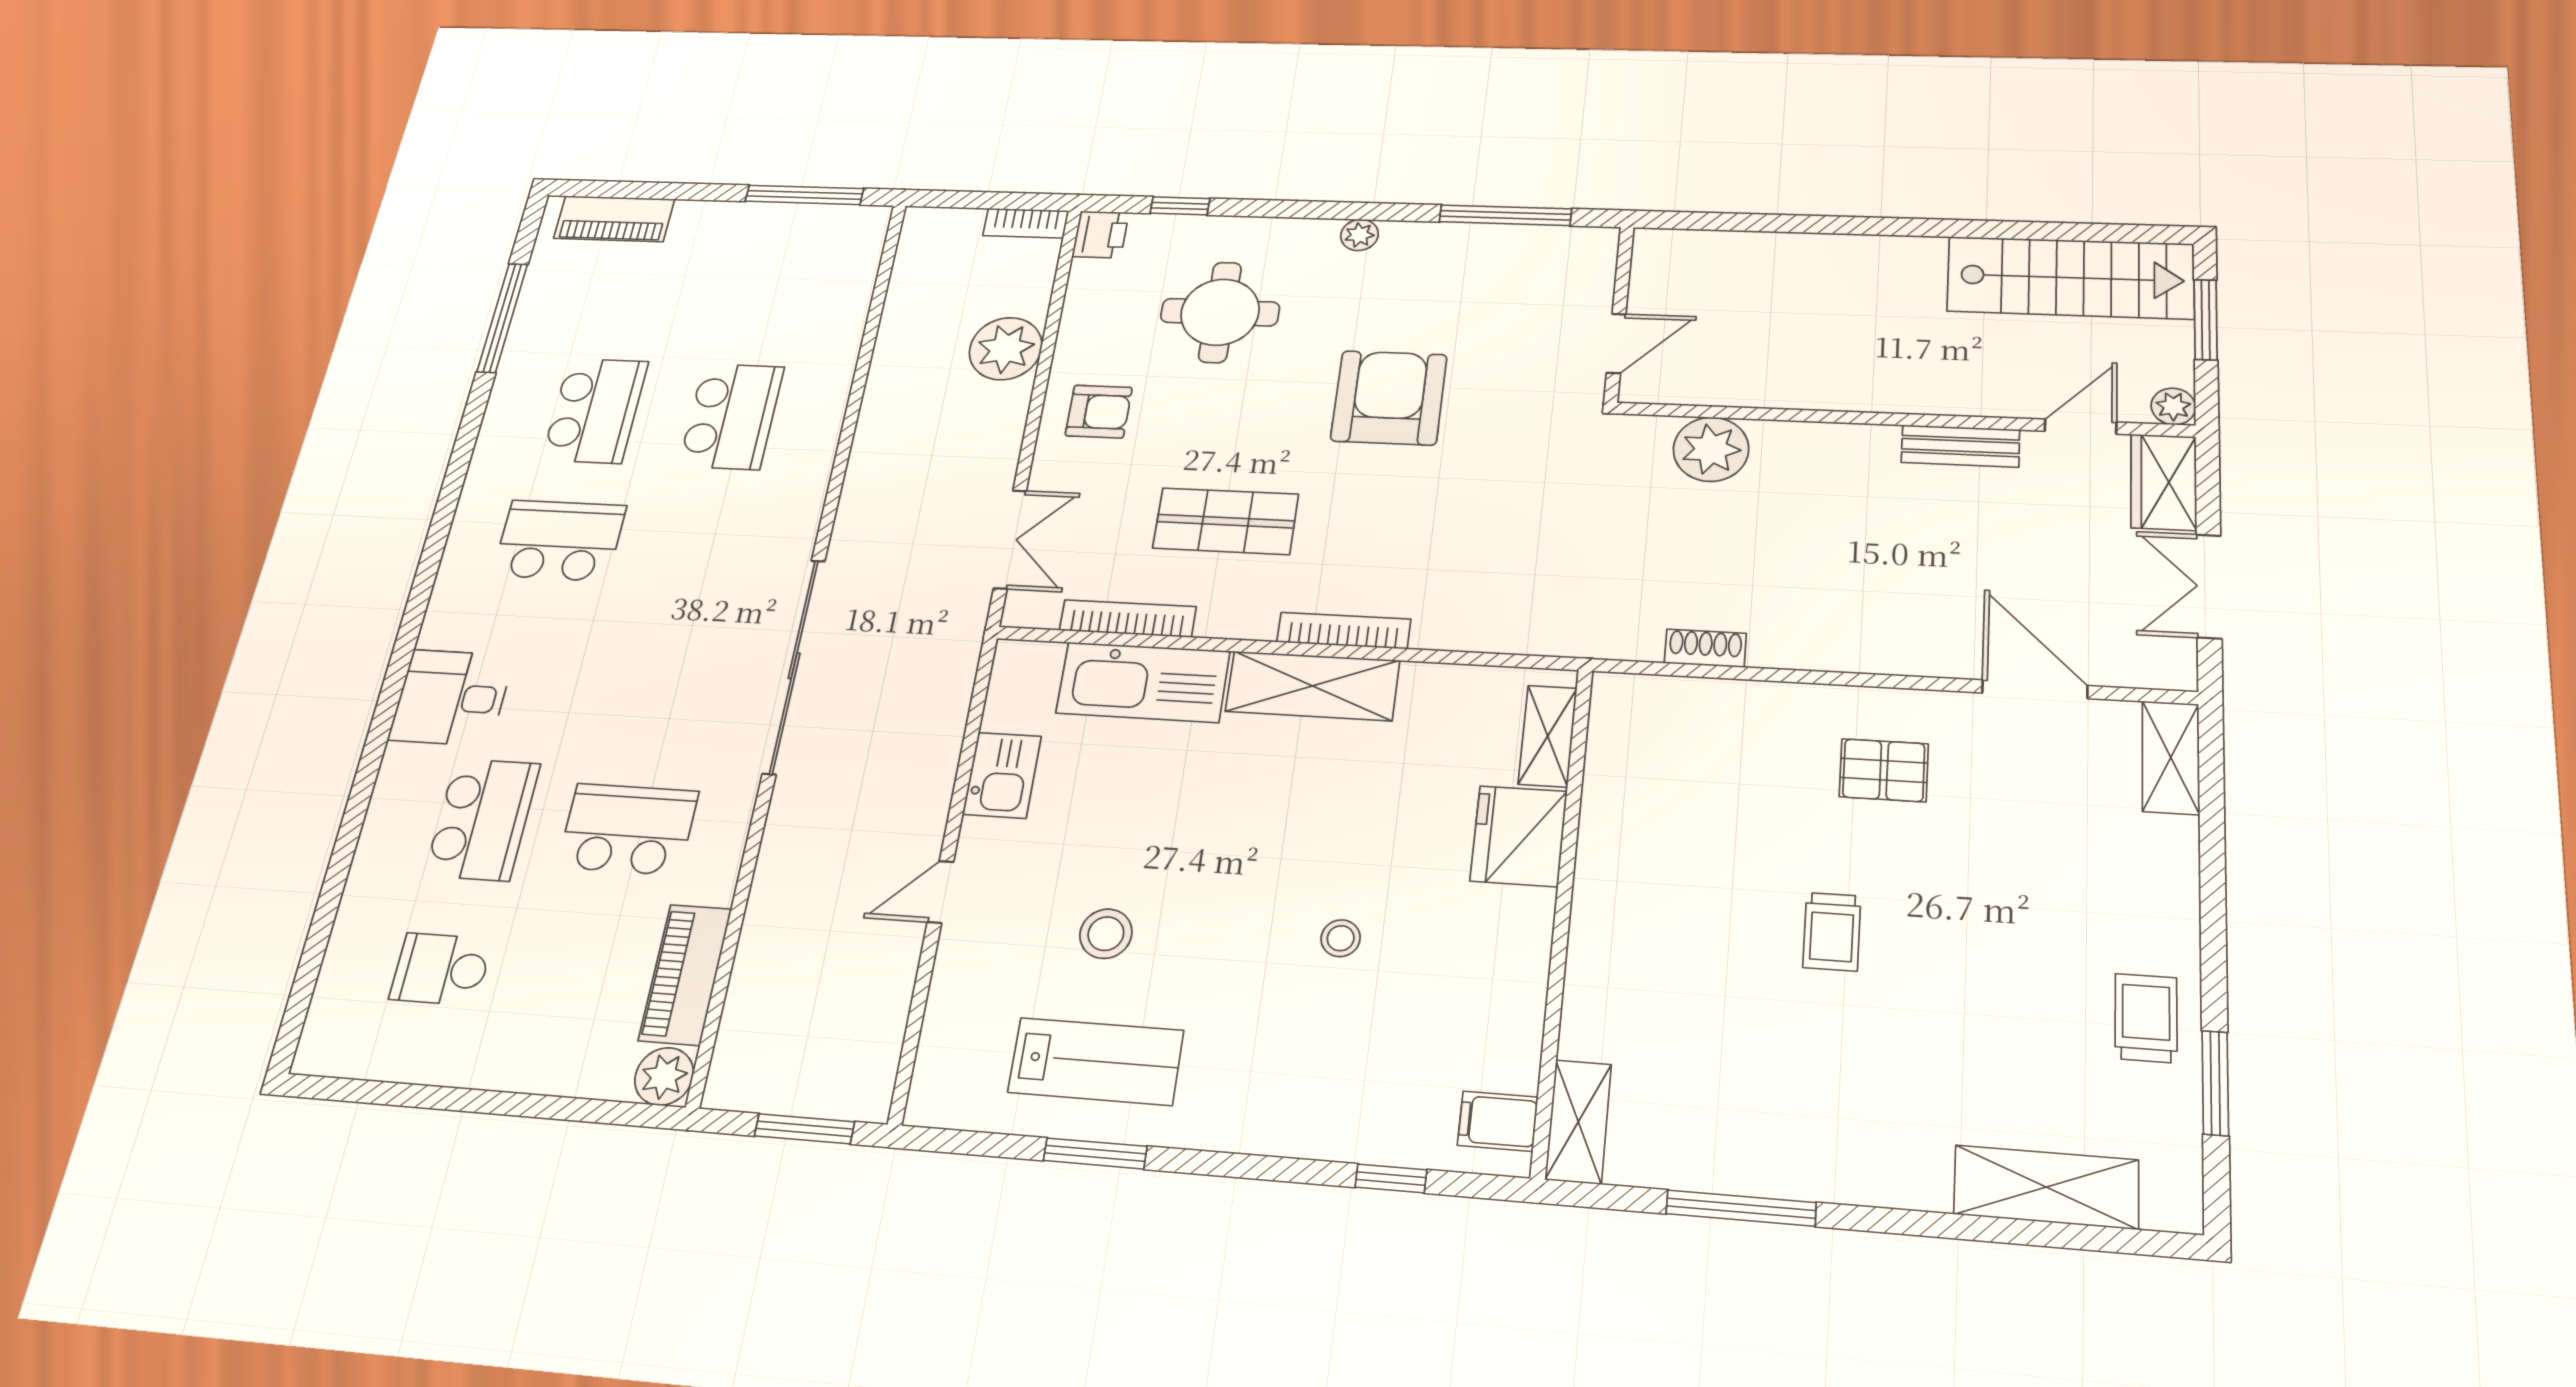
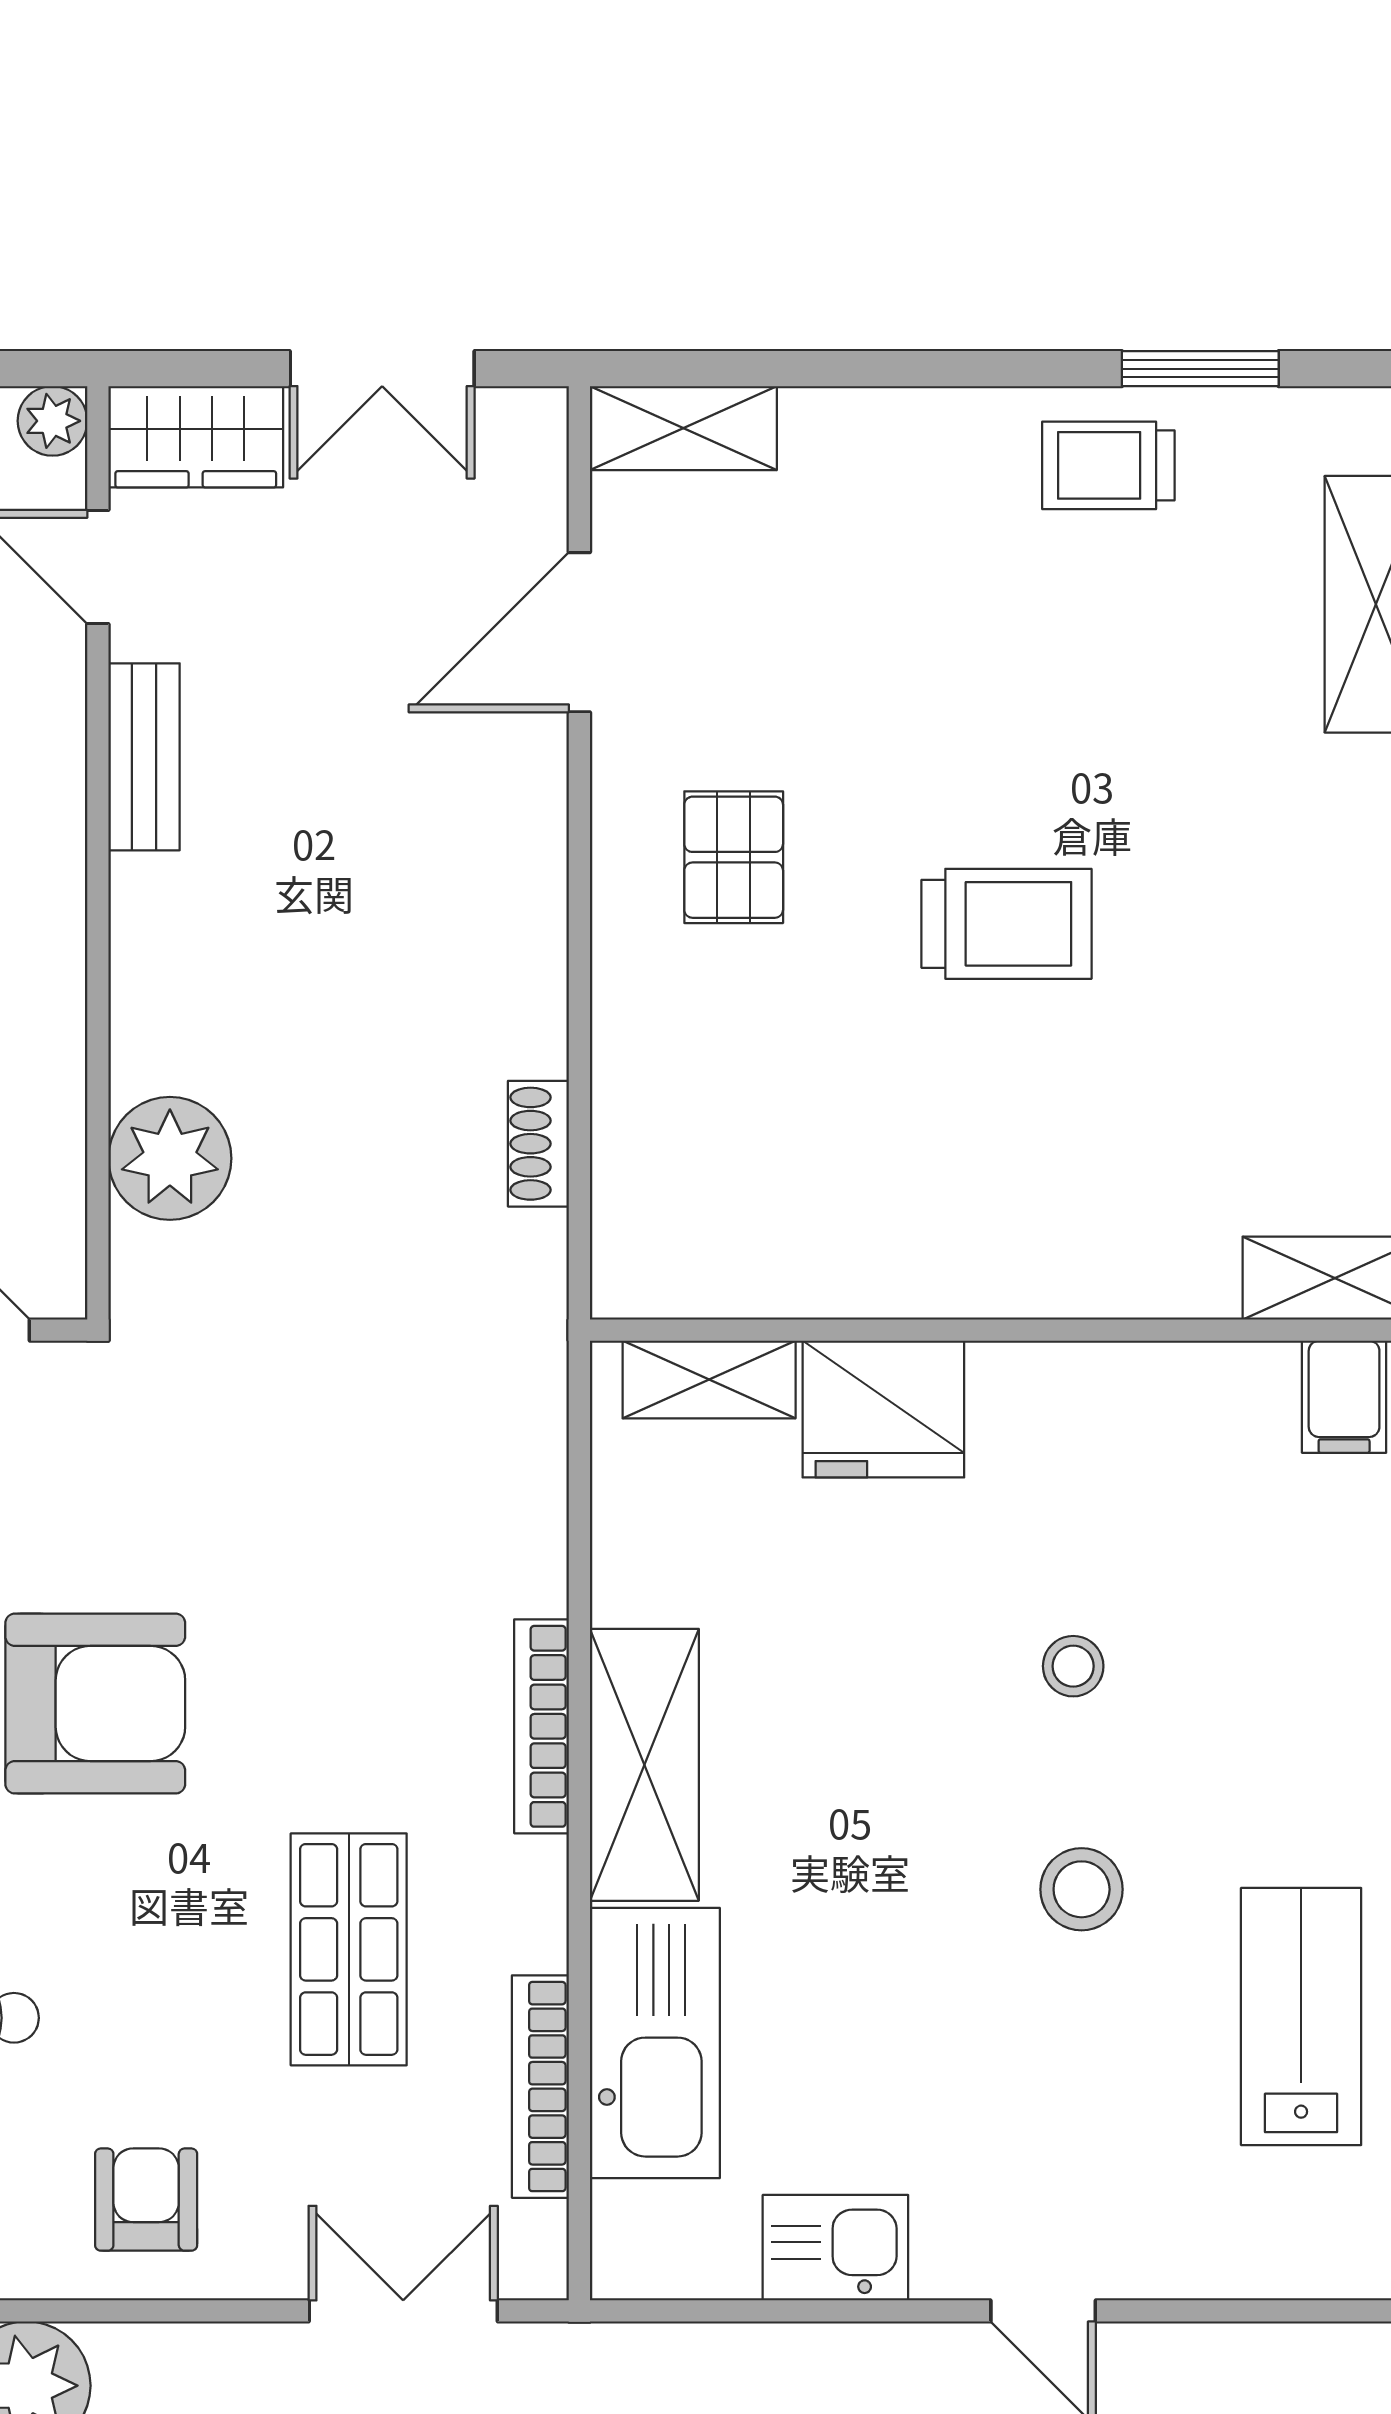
armchair: (1389, 398) -> (95, 1704), turned 180
trolley: (1832, 932) -> (1007, 924), width x1.36, depth x1.39
stool: (1106, 934) -> (1082, 1889), moved

